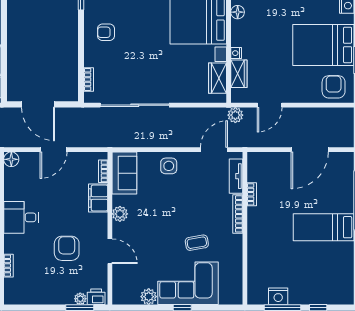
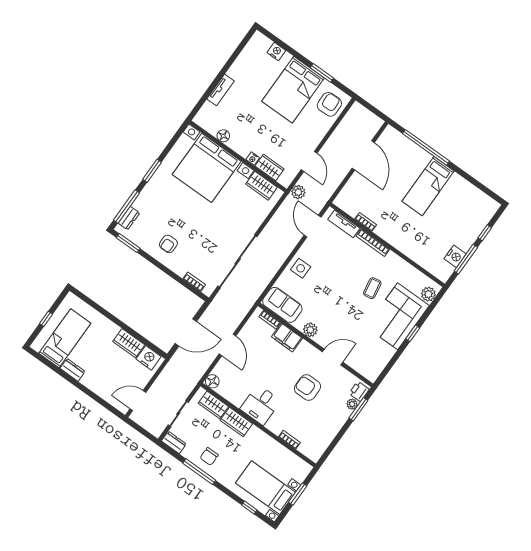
armchair: (334, 87) -> (329, 104), turned 88
plant: (149, 297) -> (428, 294), moved

